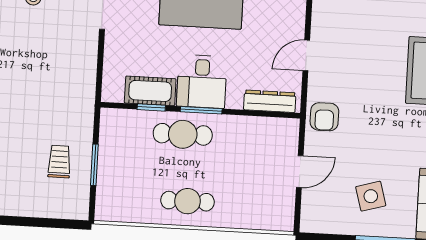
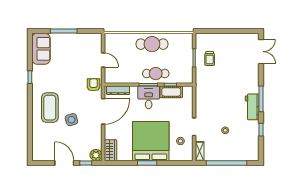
door: (306, 55) -> (103, 111), width x1.87
door: (300, 172) -> (103, 60), swing flipped
side table: (371, 196) -> (71, 120), moved
cafe table: (187, 201) -> (152, 44), width x1.37, depth x1.35

